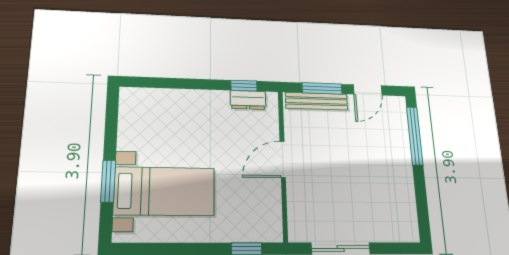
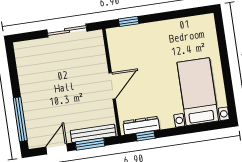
dresser: (248, 100) -> (141, 125), width x1.44
window: (108, 181) -> (223, 52), removed
bed with nightstands: (164, 191) -> (198, 92), moved, turned 90

